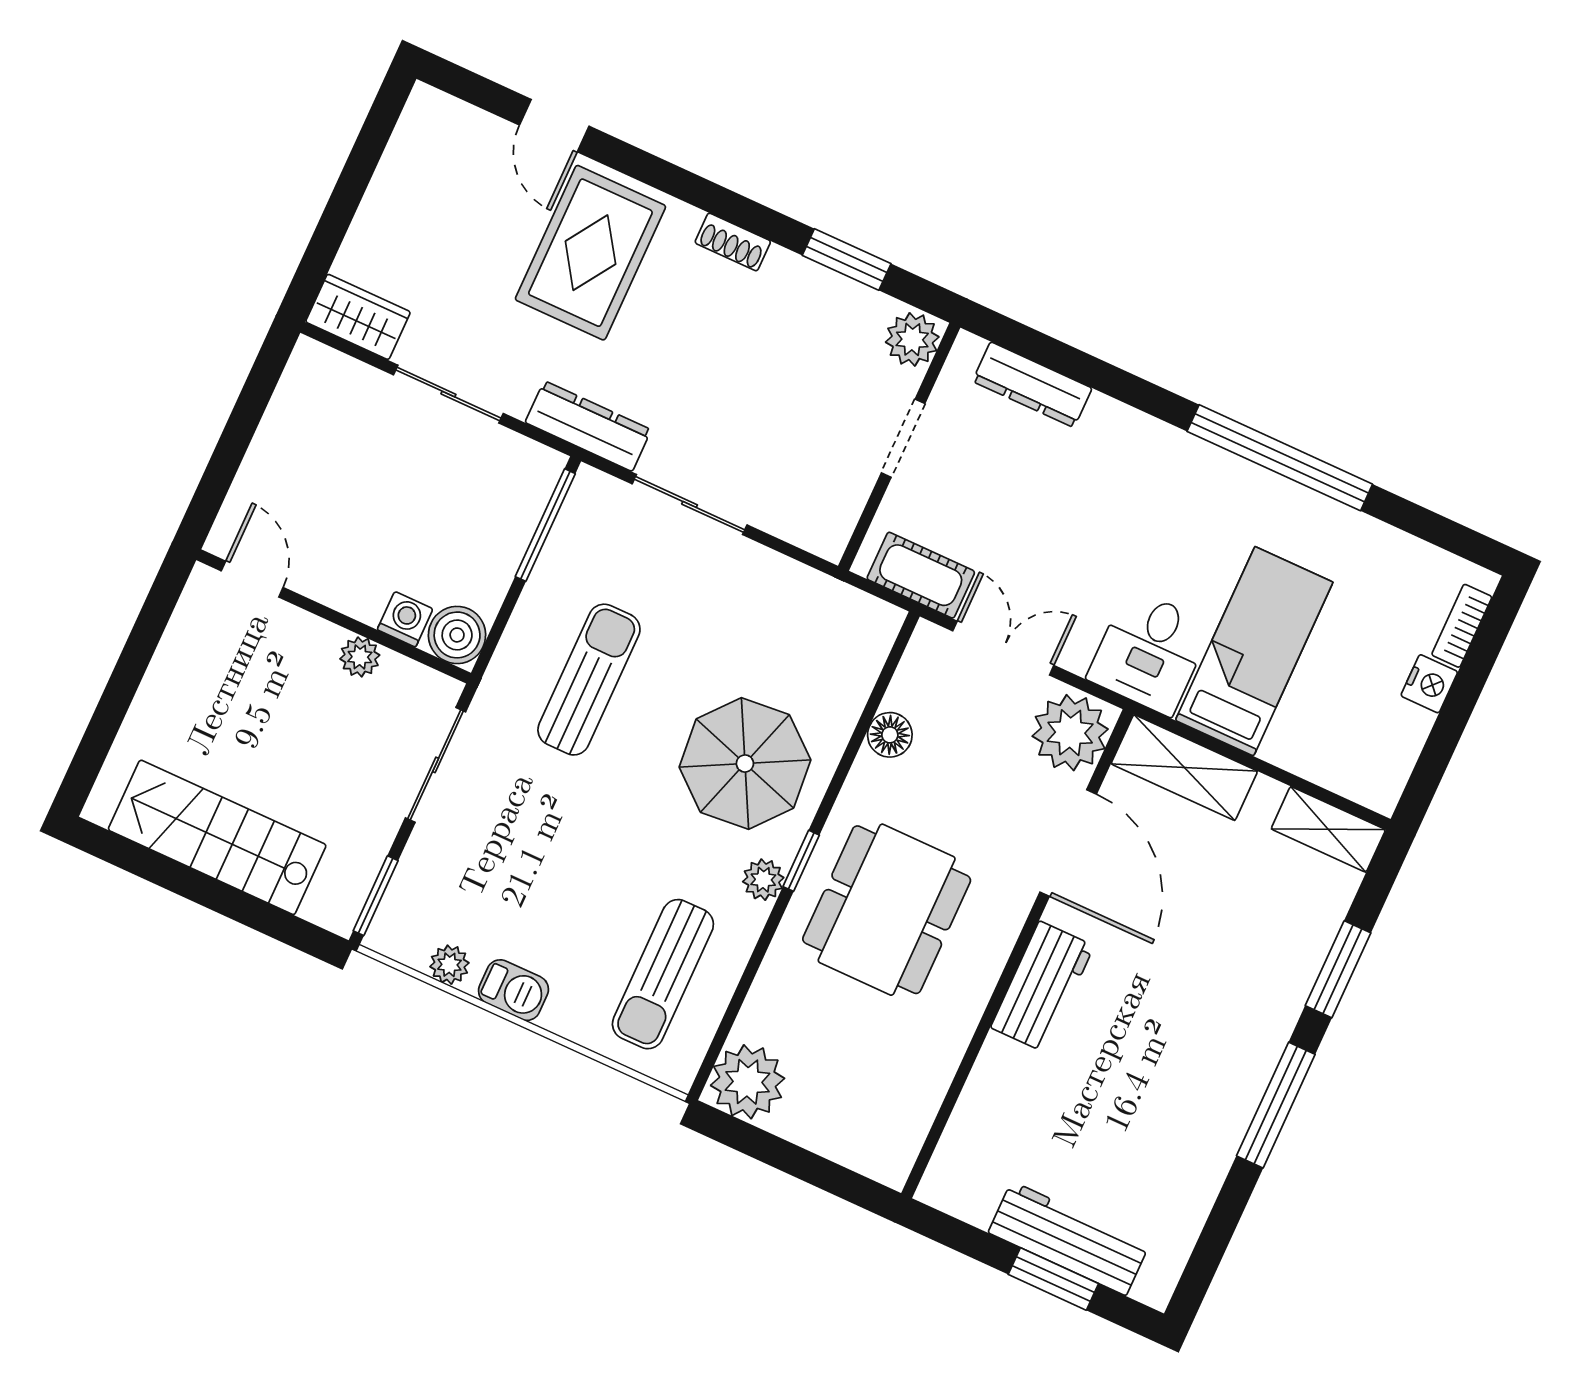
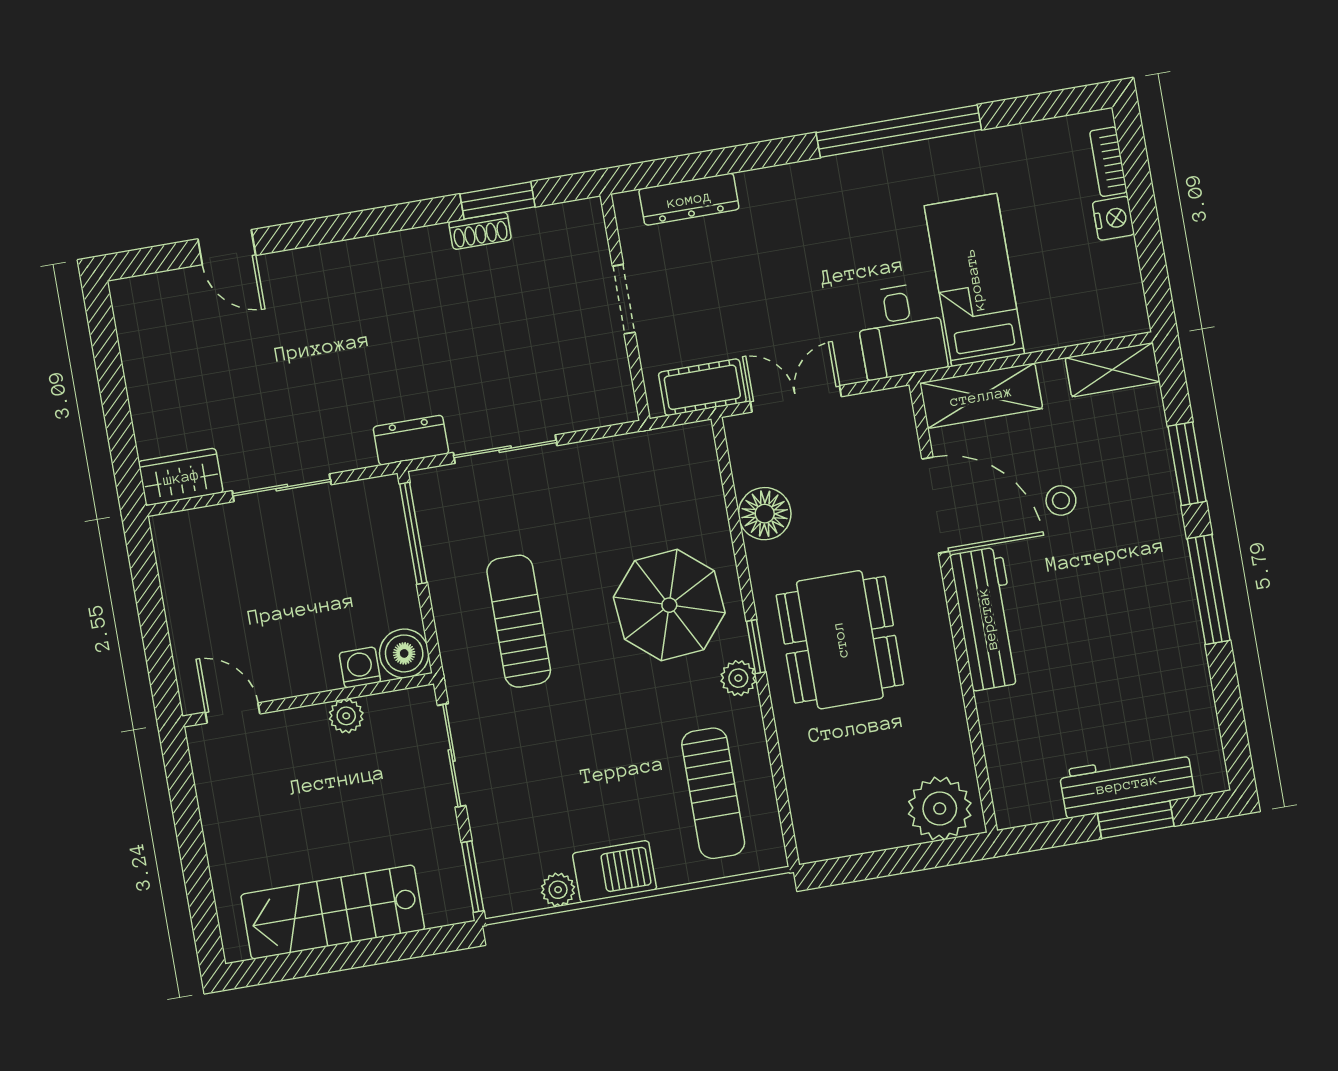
shoe rack: (733, 242) -> (480, 231), moved
rug: (590, 253) -> (314, 319), removed
plant: (912, 339) -> (583, 225), removed
dresser: (588, 426) -> (411, 440), width x0.70
plant: (1070, 733) -> (884, 426), removed
floor lamp: (890, 735) -> (765, 514), width x1.38, depth x1.38
stool: (1192, 921) -> (1061, 500), added
workbench: (1042, 987) -> (987, 619), width x1.37
barbecue: (514, 990) -> (615, 871), width x1.38, depth x1.27
plant: (748, 1082) -> (940, 808), moved

